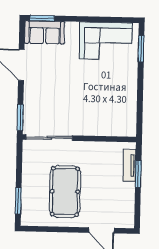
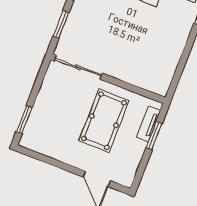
window: (20, 117) -> (61, 24), moved
pool table: (65, 191) -> (104, 121), moved

